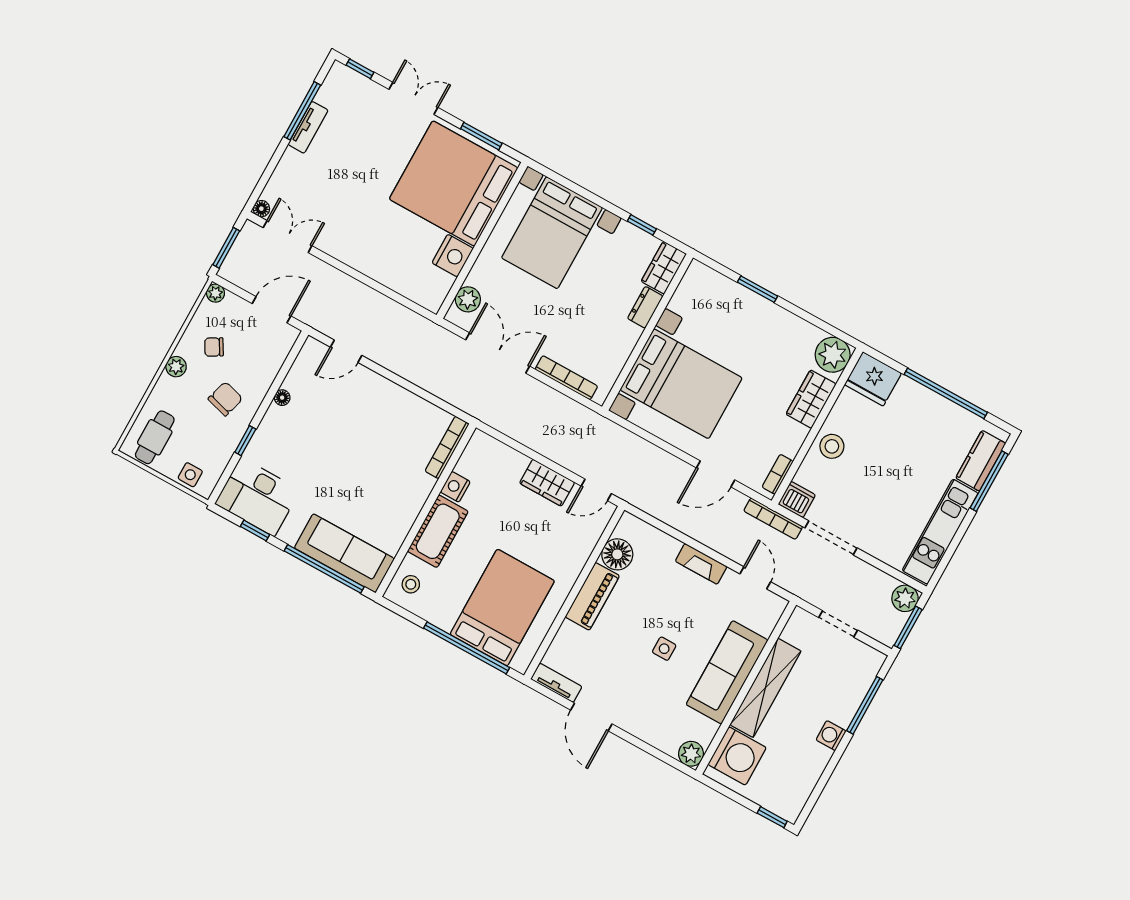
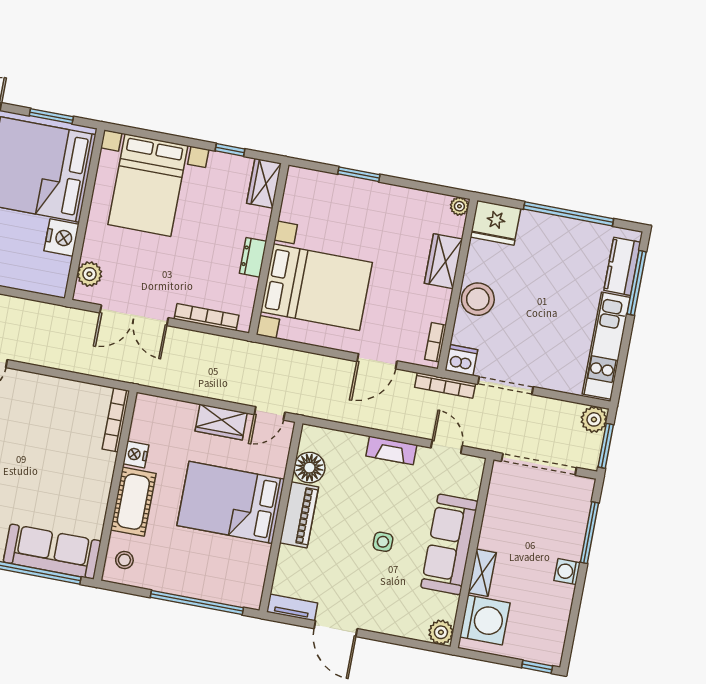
dresser: (645, 307) -> (253, 257), moved
double door: (498, 353) -> (134, 315), swing flipped
plant: (833, 355) -> (459, 206), width x0.53, depth x0.53
stool: (832, 446) -> (478, 299), width x1.38, depth x1.38
bed: (502, 608) -> (231, 502), moved, turned -90
doorway: (838, 624) -> (539, 464), width x1.88
shelving: (765, 688) -> (482, 573), width x0.45, depth x0.75

